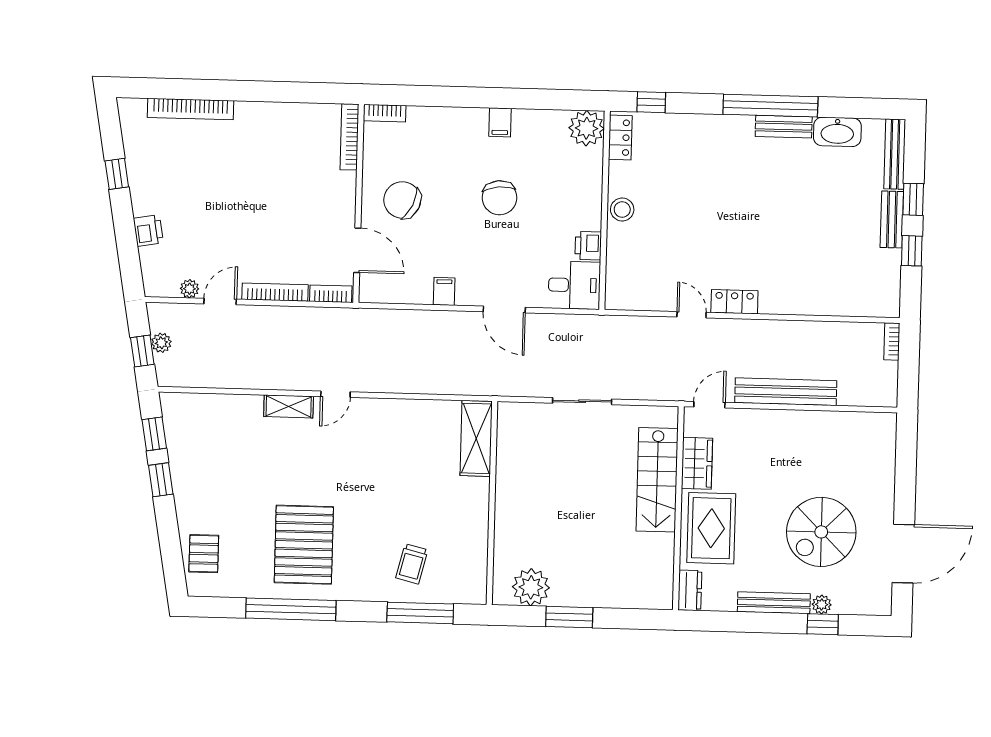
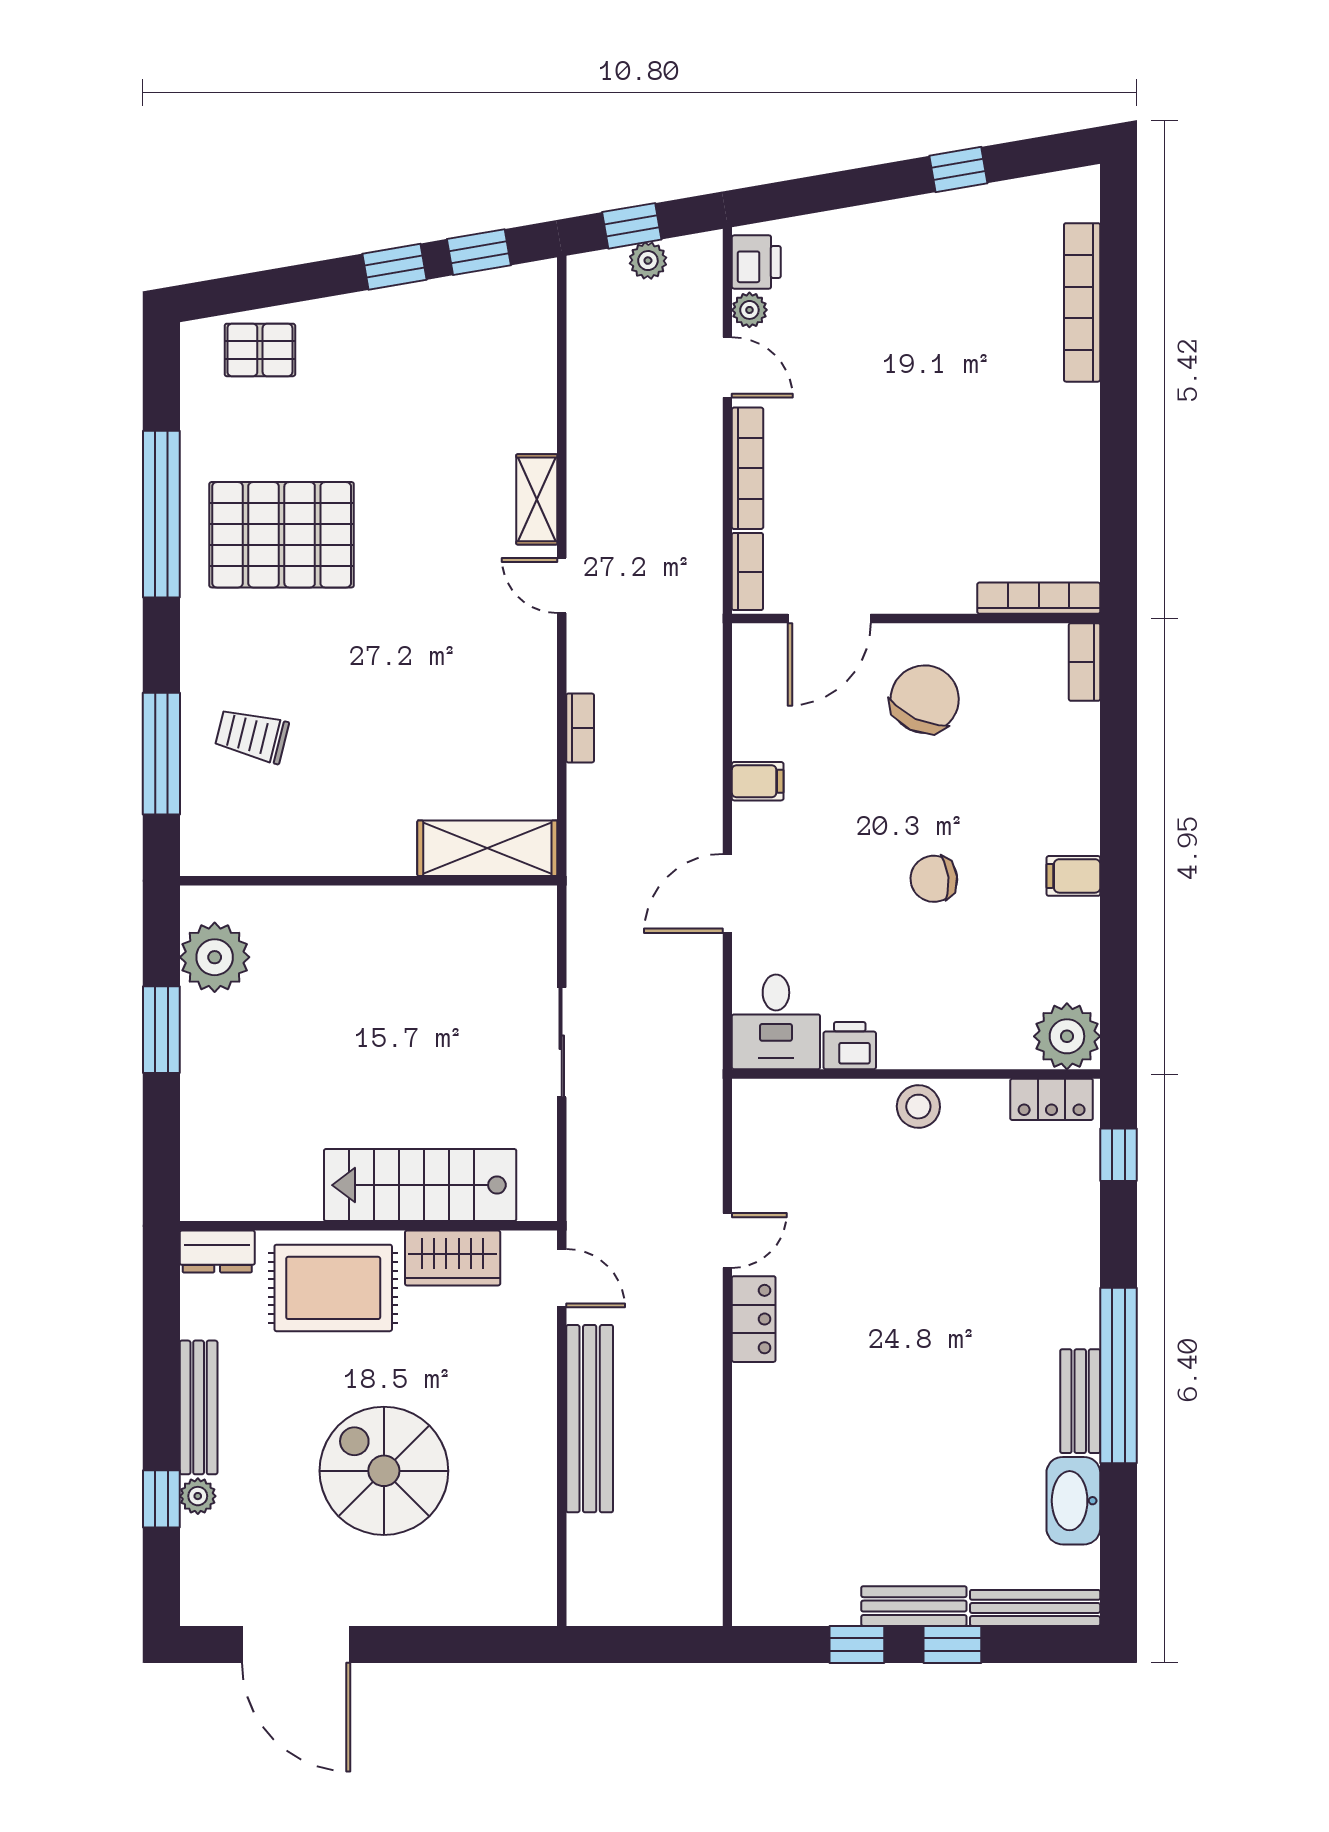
chair: (499, 198) -> (934, 879), width x0.73, depth x0.73
printer: (148, 231) -> (756, 262), moved, turned -80
bookcase: (892, 341) -> (580, 728), moved, turned 90
spiral stairs: (821, 532) -> (384, 1471), moved

